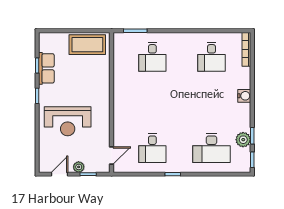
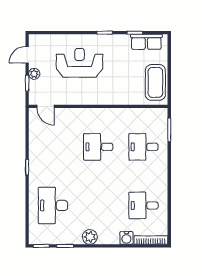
row of seats: (46, 68) -> (146, 42), moved
water cooler: (244, 96) -> (126, 238), moved
reception desk: (68, 121) -> (80, 63), turned 90
plant: (243, 140) -> (90, 237), moved
desk: (152, 148) -> (98, 147), moved
door: (59, 174) -> (27, 55), swing flipped

